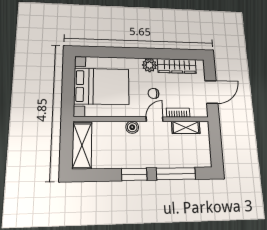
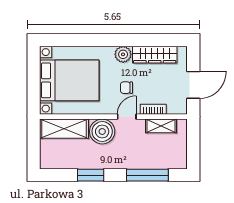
boiler: (132, 127) -> (102, 131), width x1.86, depth x1.86
shelving: (82, 145) -> (64, 129), moved, turned 90
window: (134, 174) -> (91, 175), moved

